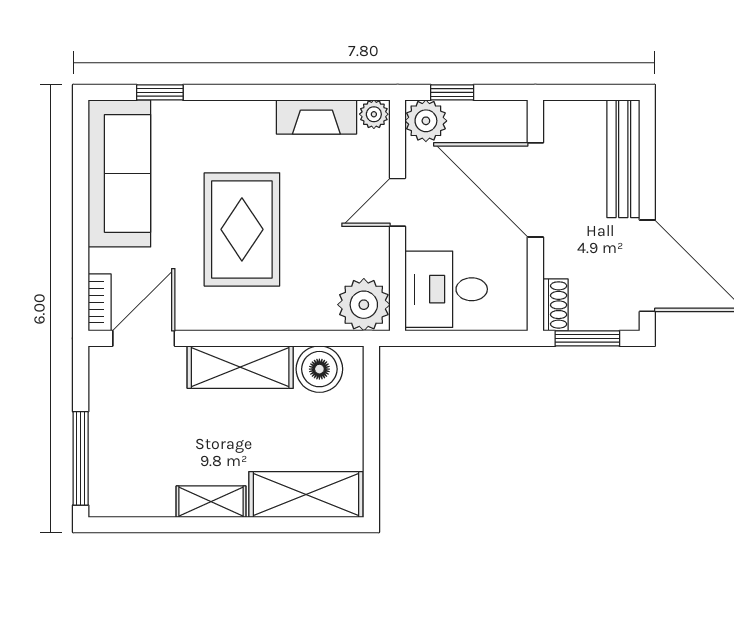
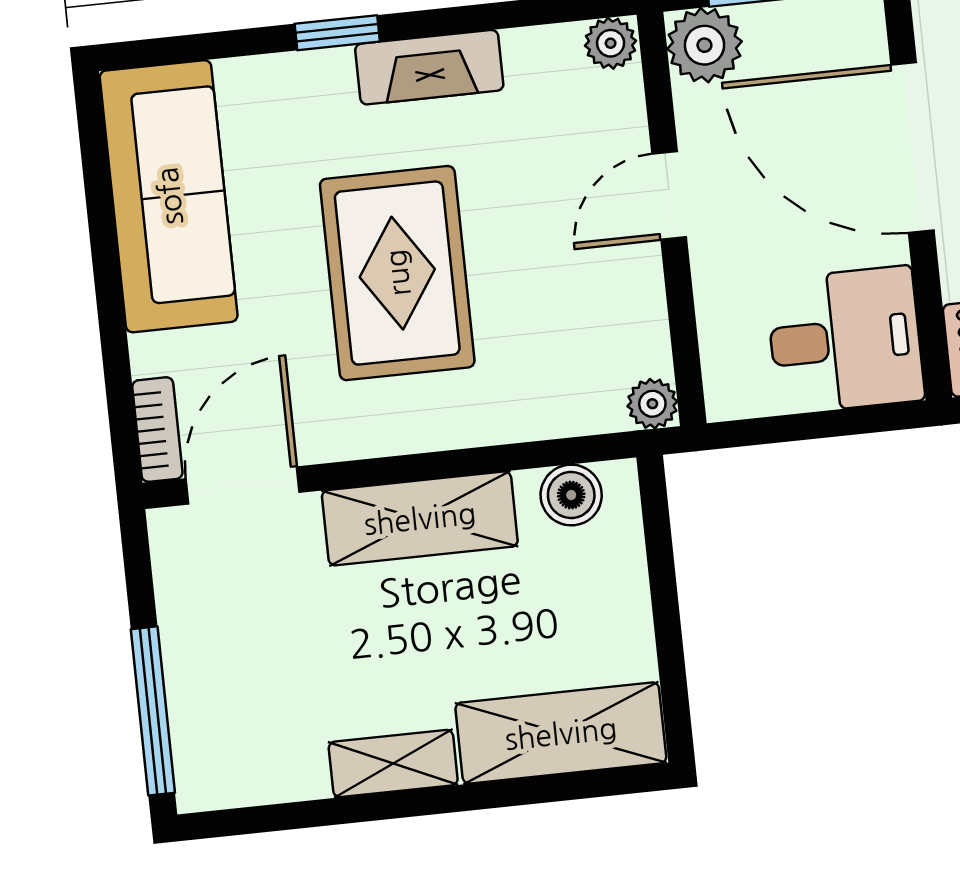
window: (160, 92) -> (337, 33), moved
fireplace: (316, 117) -> (429, 67), moved
desk: (446, 289) -> (845, 340), moved, turned 180
plant: (364, 305) -> (652, 404), width x0.53, depth x0.53
boiler: (319, 369) -> (571, 495), width x0.73, depth x0.73

